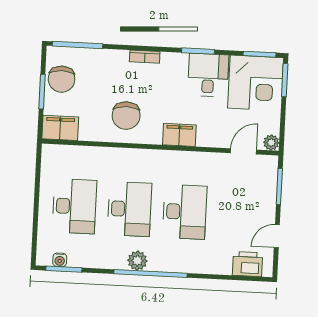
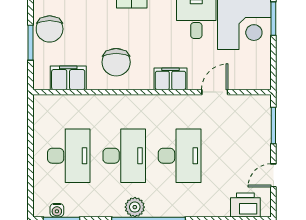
filing cabinet: (60, 128) -> (68, 78), moved
plant: (271, 143) -> (263, 82), removed
door: (243, 151) -> (215, 92), moved

